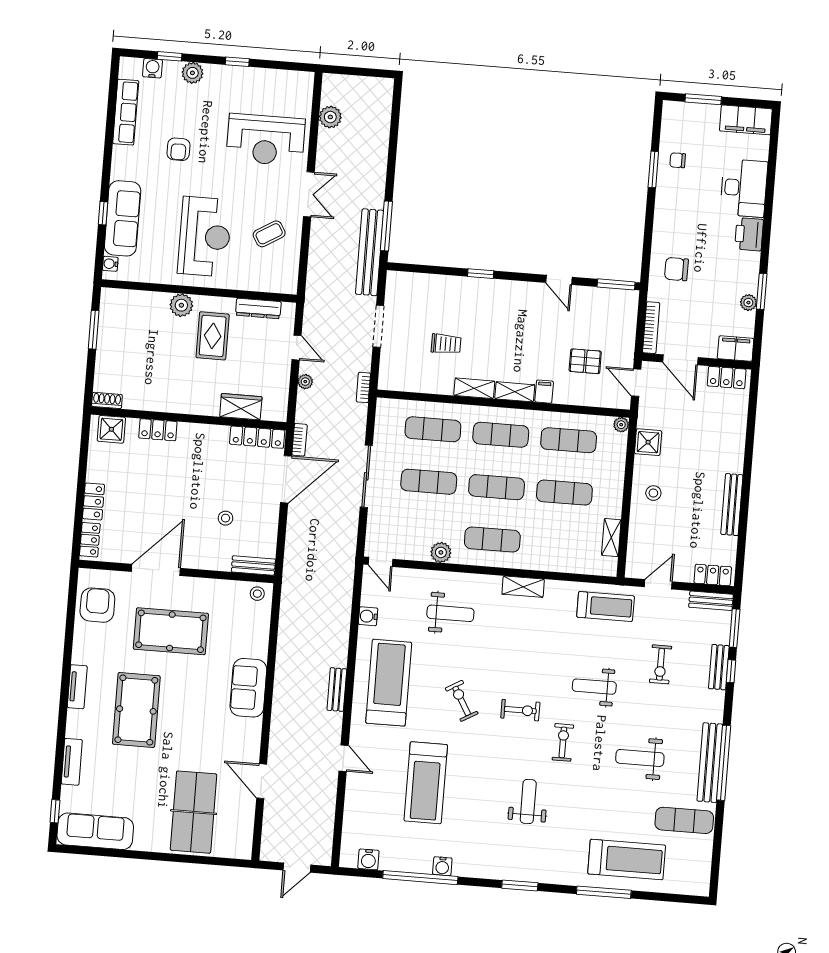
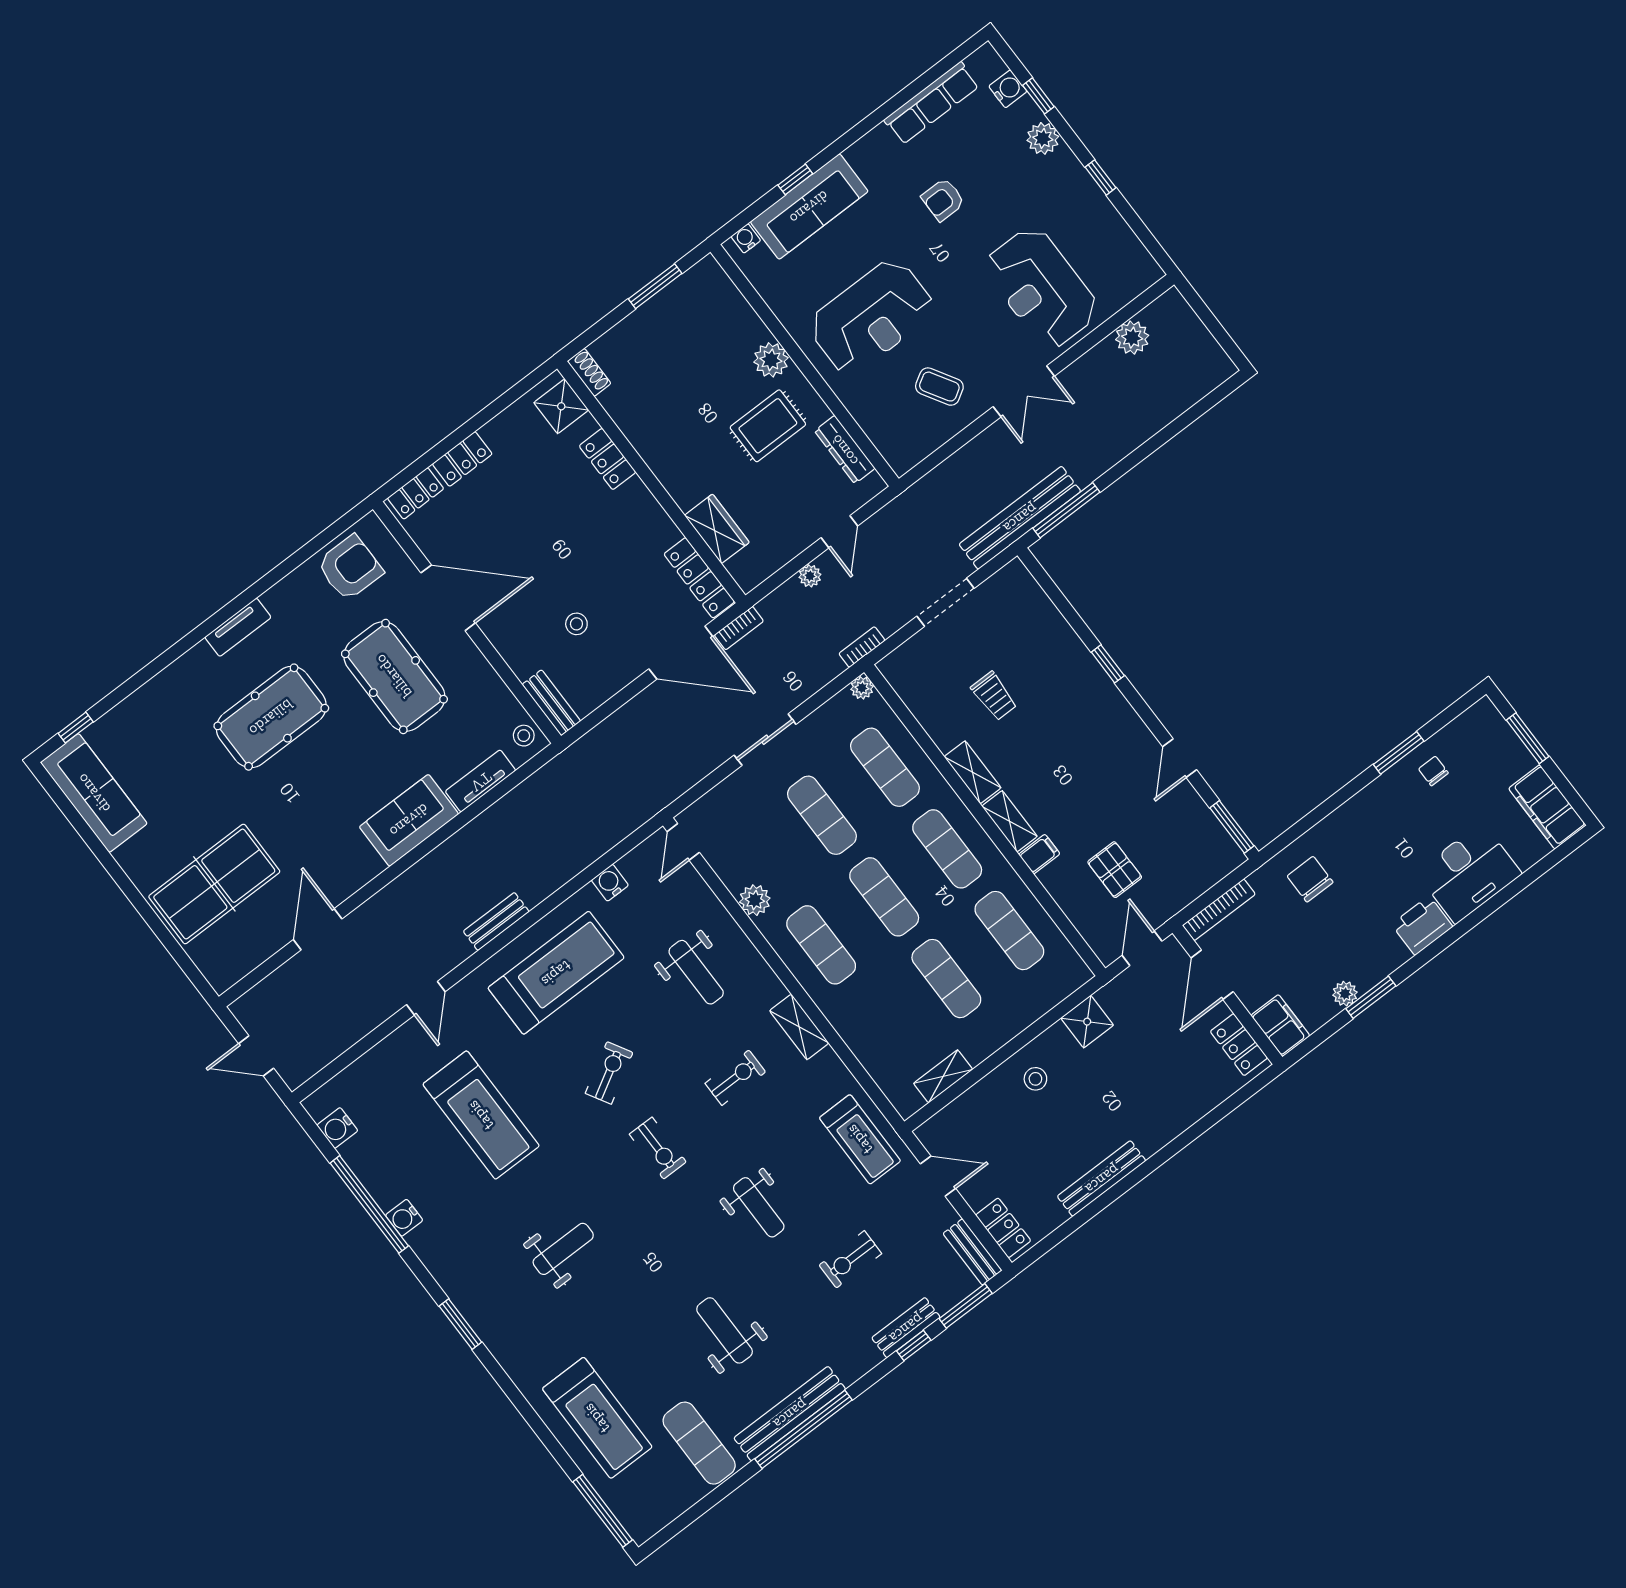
plant: (621, 425) -> (862, 688), moved
sliding door: (366, 476) -> (765, 740), width x0.73
weight bench: (594, 687) -> (759, 1207), turned 180
exercise bike: (563, 742) -> (735, 1078), moved
tv unit: (72, 762) -> (481, 781), moved, turned 180
treadmill: (426, 783) -> (481, 1115), turned -90
window: (604, 892) -> (603, 1511), moved

